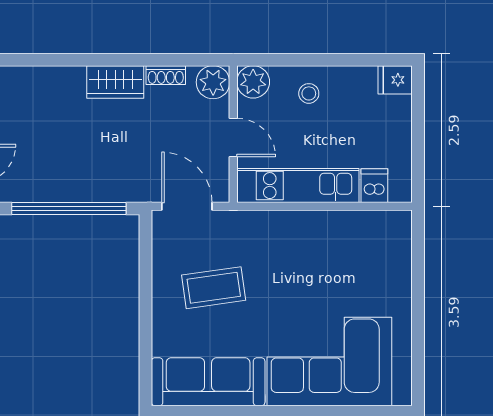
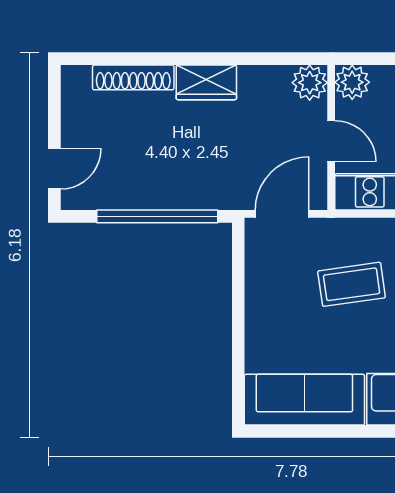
shoe rack: (166, 75) -> (133, 77), moved, width x1.94, depth x1.24
door: (187, 206) -> (282, 214), hinge flipped
coffee table: (214, 288) -> (352, 284), moved

